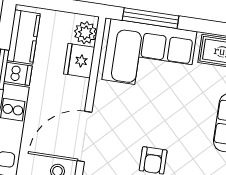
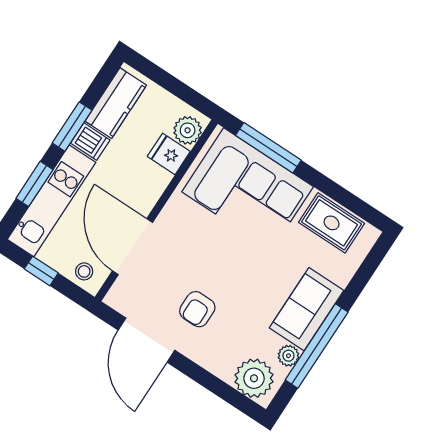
fridge: (79, 61) -> (169, 154), width x0.72
door: (85, 137) -> (132, 247), hinge flipped

